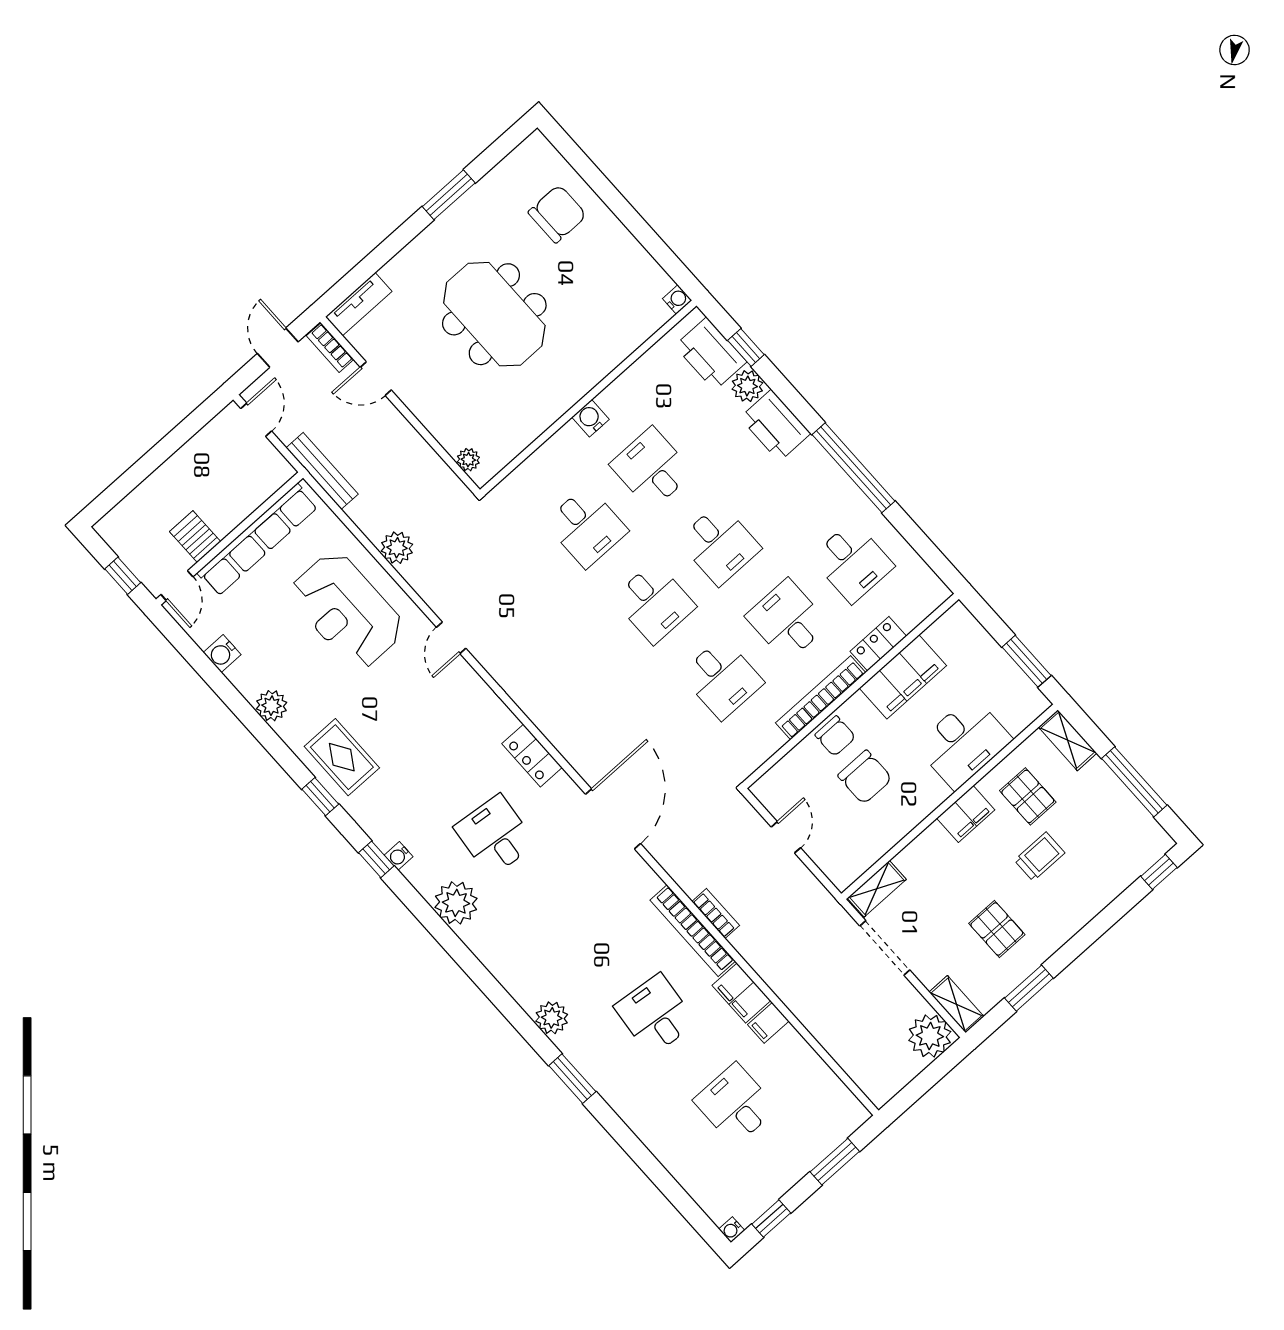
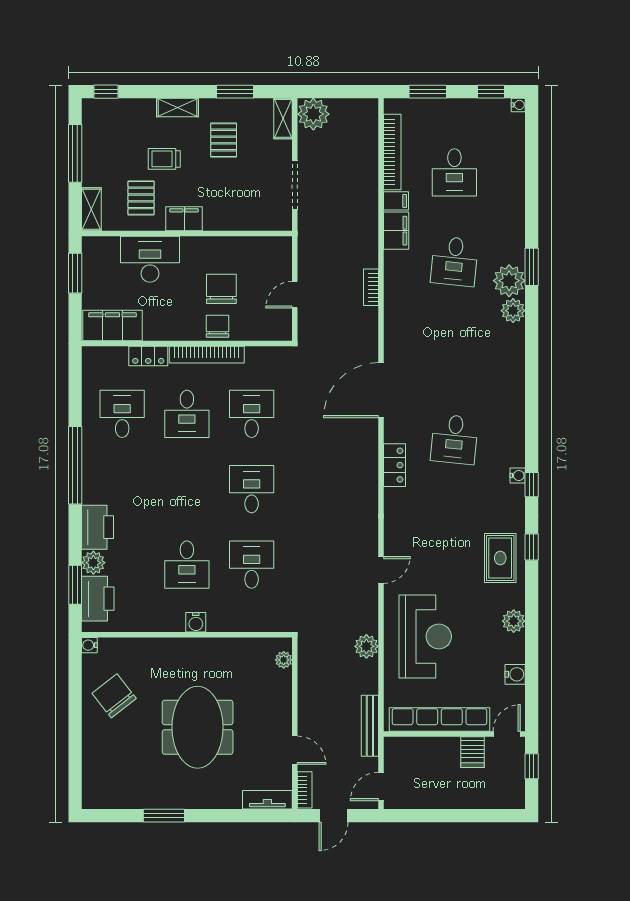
chair: (557, 214) -> (114, 696), moved, turned 52
window: (746, 347) -> (75, 585), width x1.50
desk: (719, 544) -> (187, 489), removed
filing cabinet: (903, 677) -> (112, 326), moved
shelving: (877, 889) -> (178, 107), moved
plant: (456, 903) -> (509, 281), moved
bookcase: (693, 931) -> (392, 152), moved

